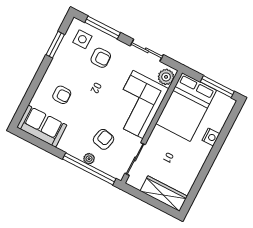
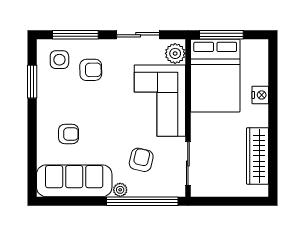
window: (217, 87) -> (221, 35), moved
sofa: (42, 126) -> (74, 181), width x1.36
plant: (89, 159) -> (120, 190), moved
wardrobe: (164, 194) -> (258, 156), moved, turned -90

